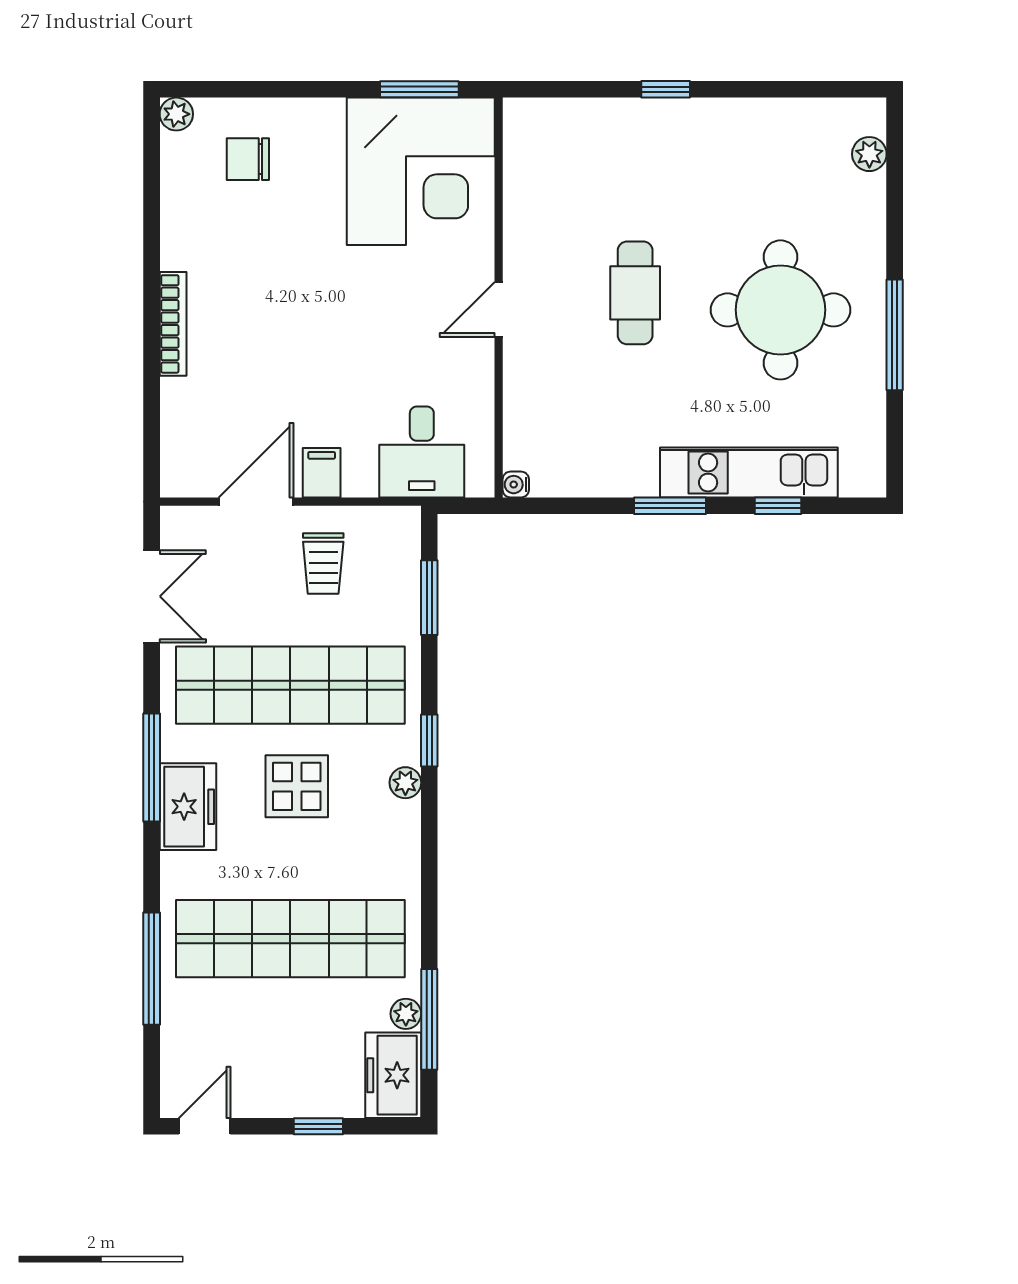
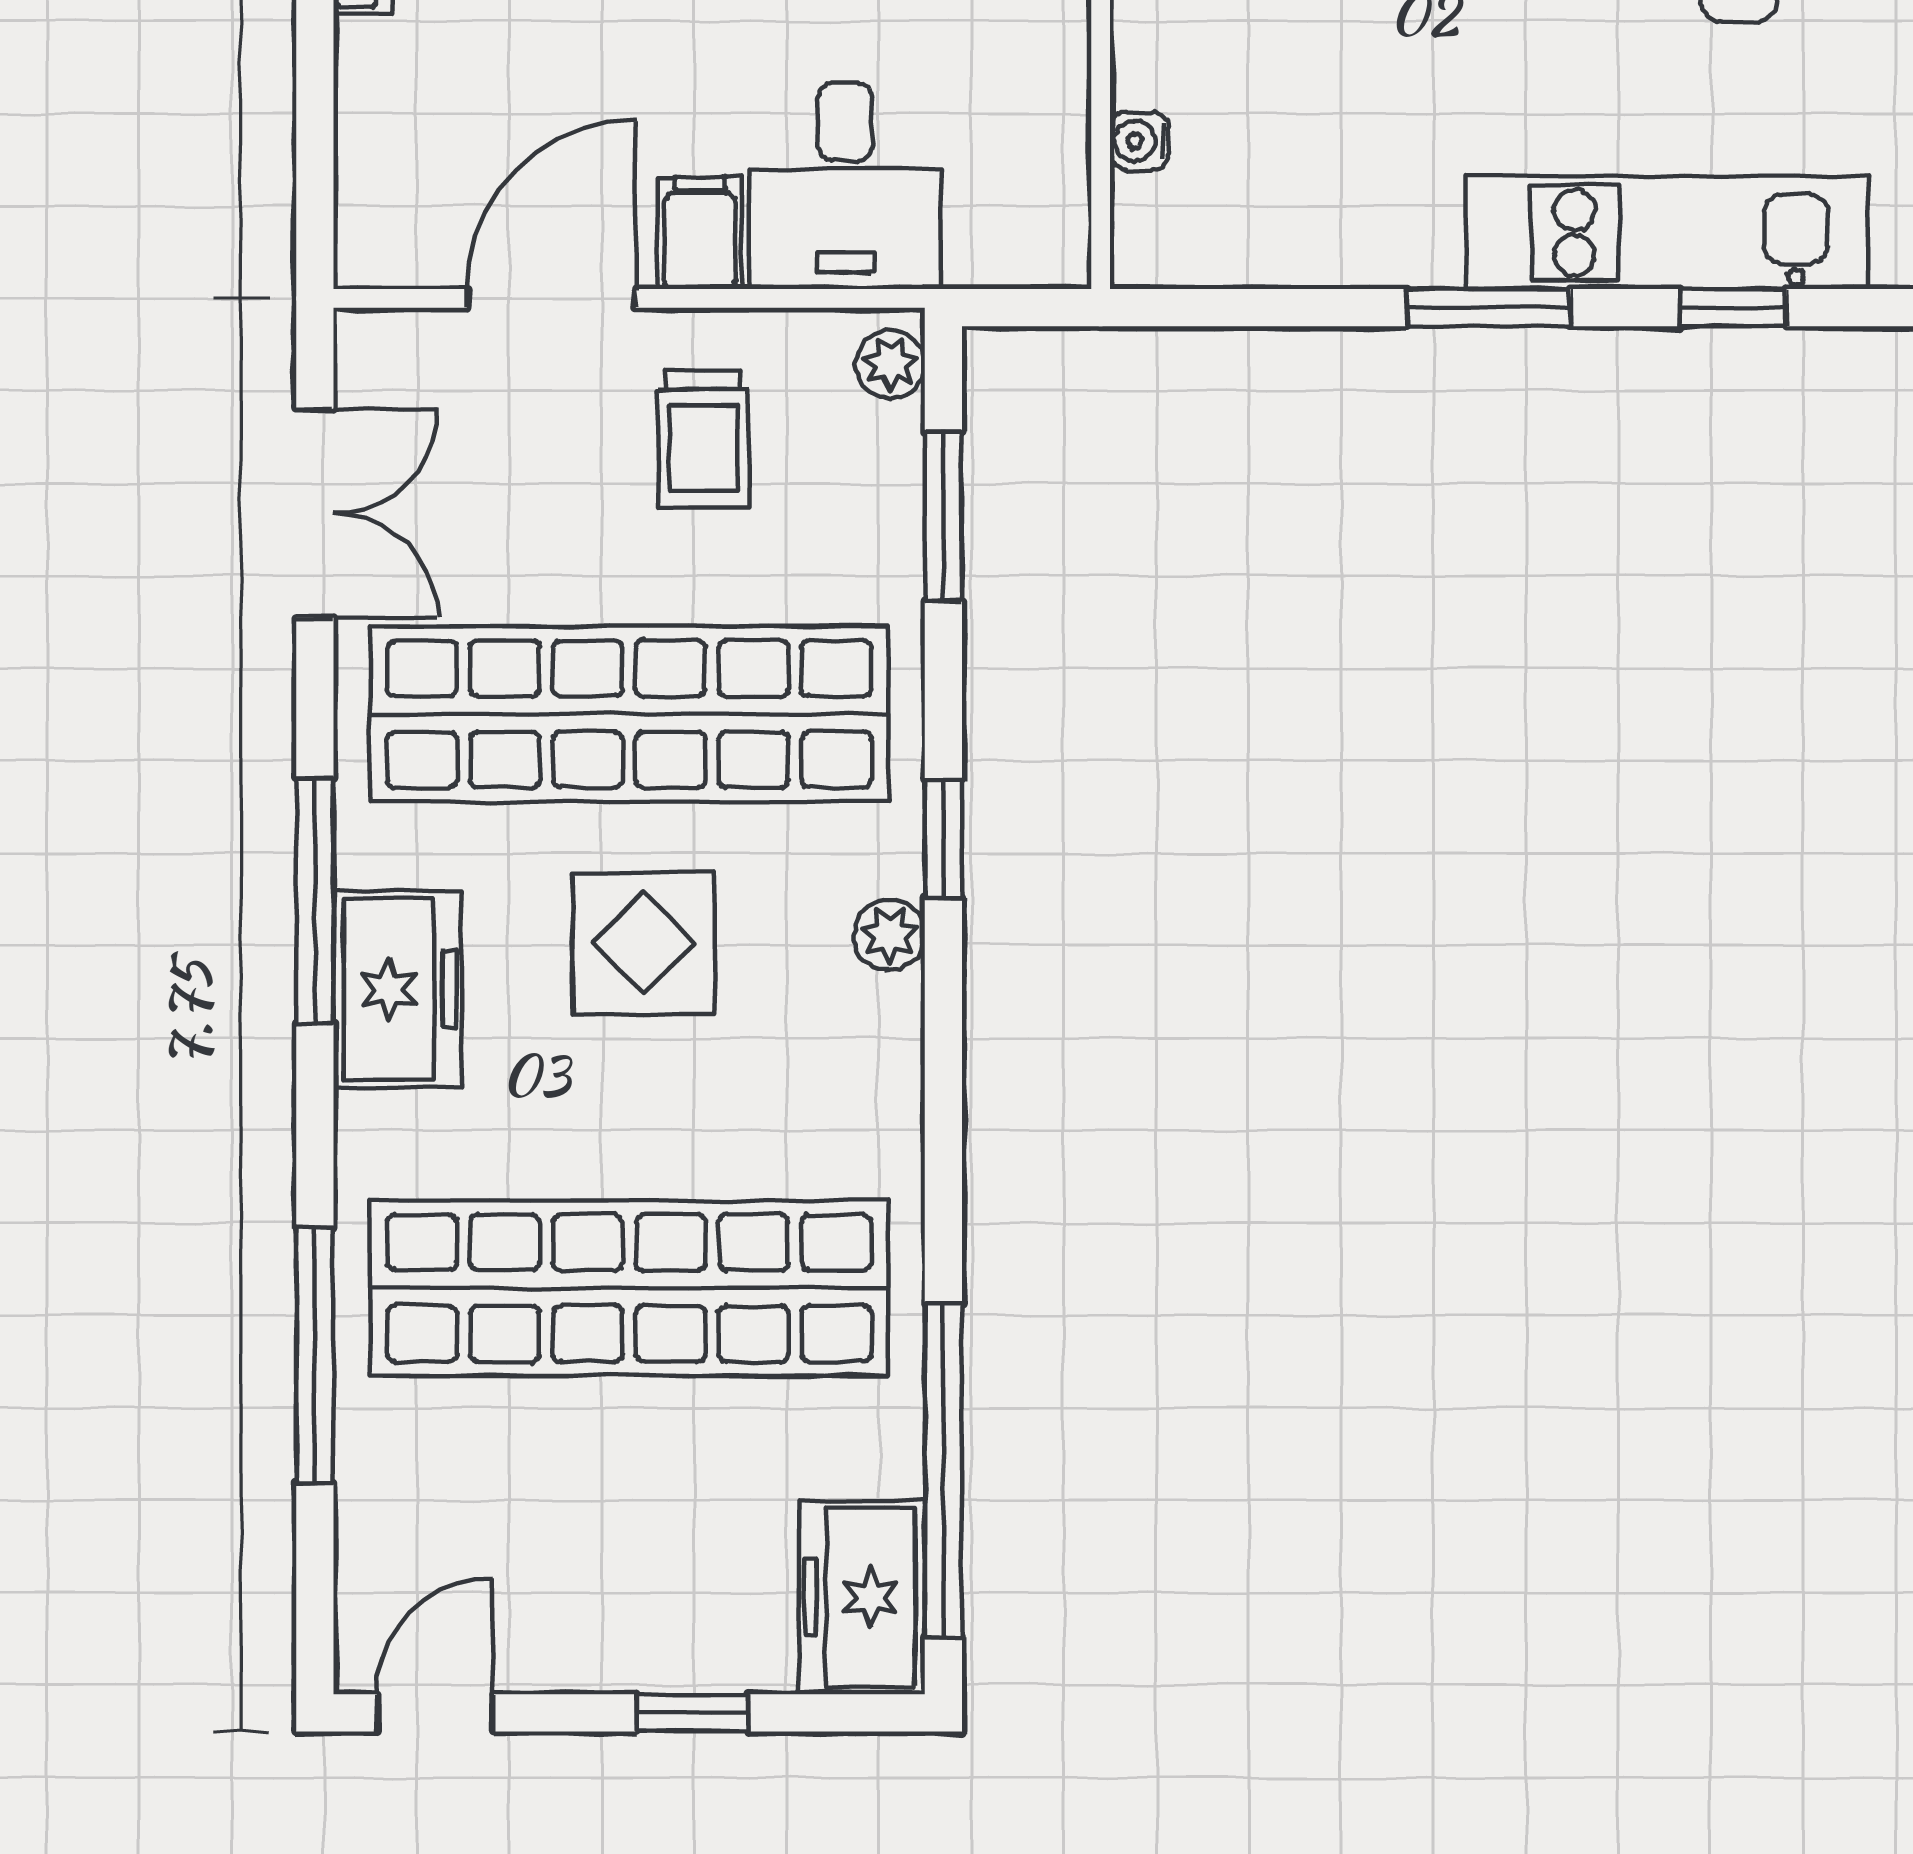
desk: (422, 452) -> (845, 186), moved
water cooler: (516, 485) -> (1139, 141), moved
plant: (406, 1014) -> (891, 364), moved
window: (429, 1019) -> (943, 1471), width x1.46

